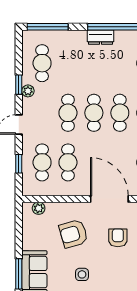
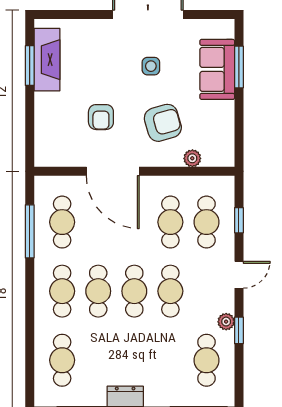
plant: (39, 208) -> (192, 158), moved

